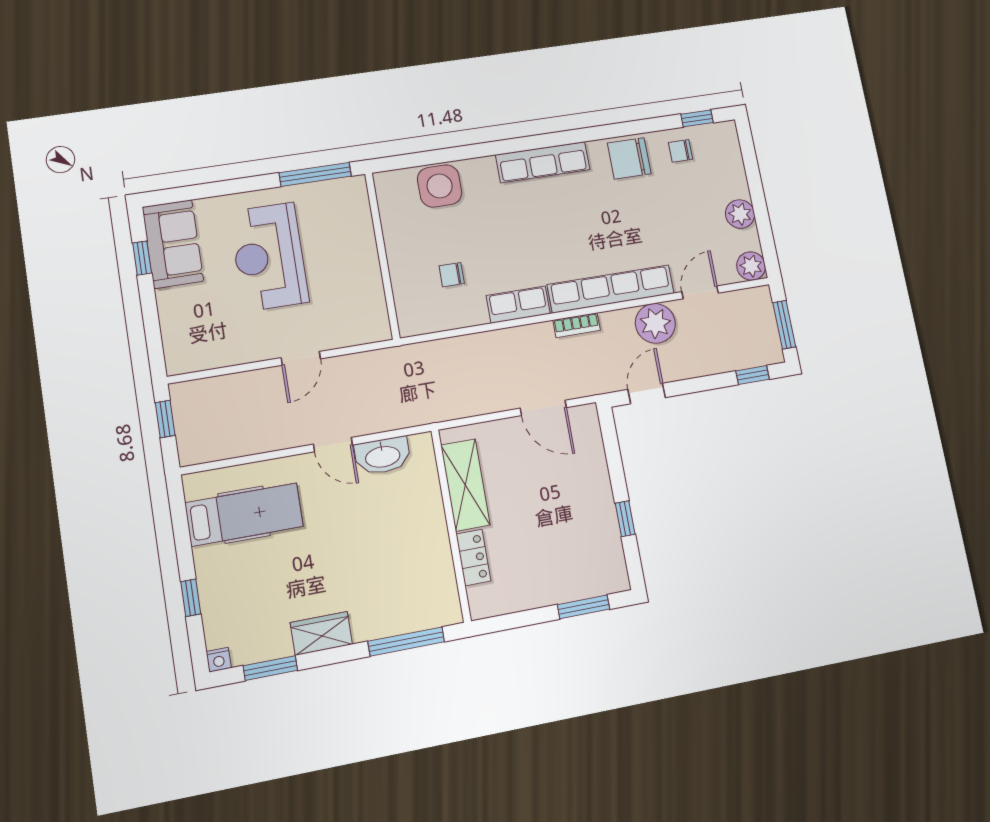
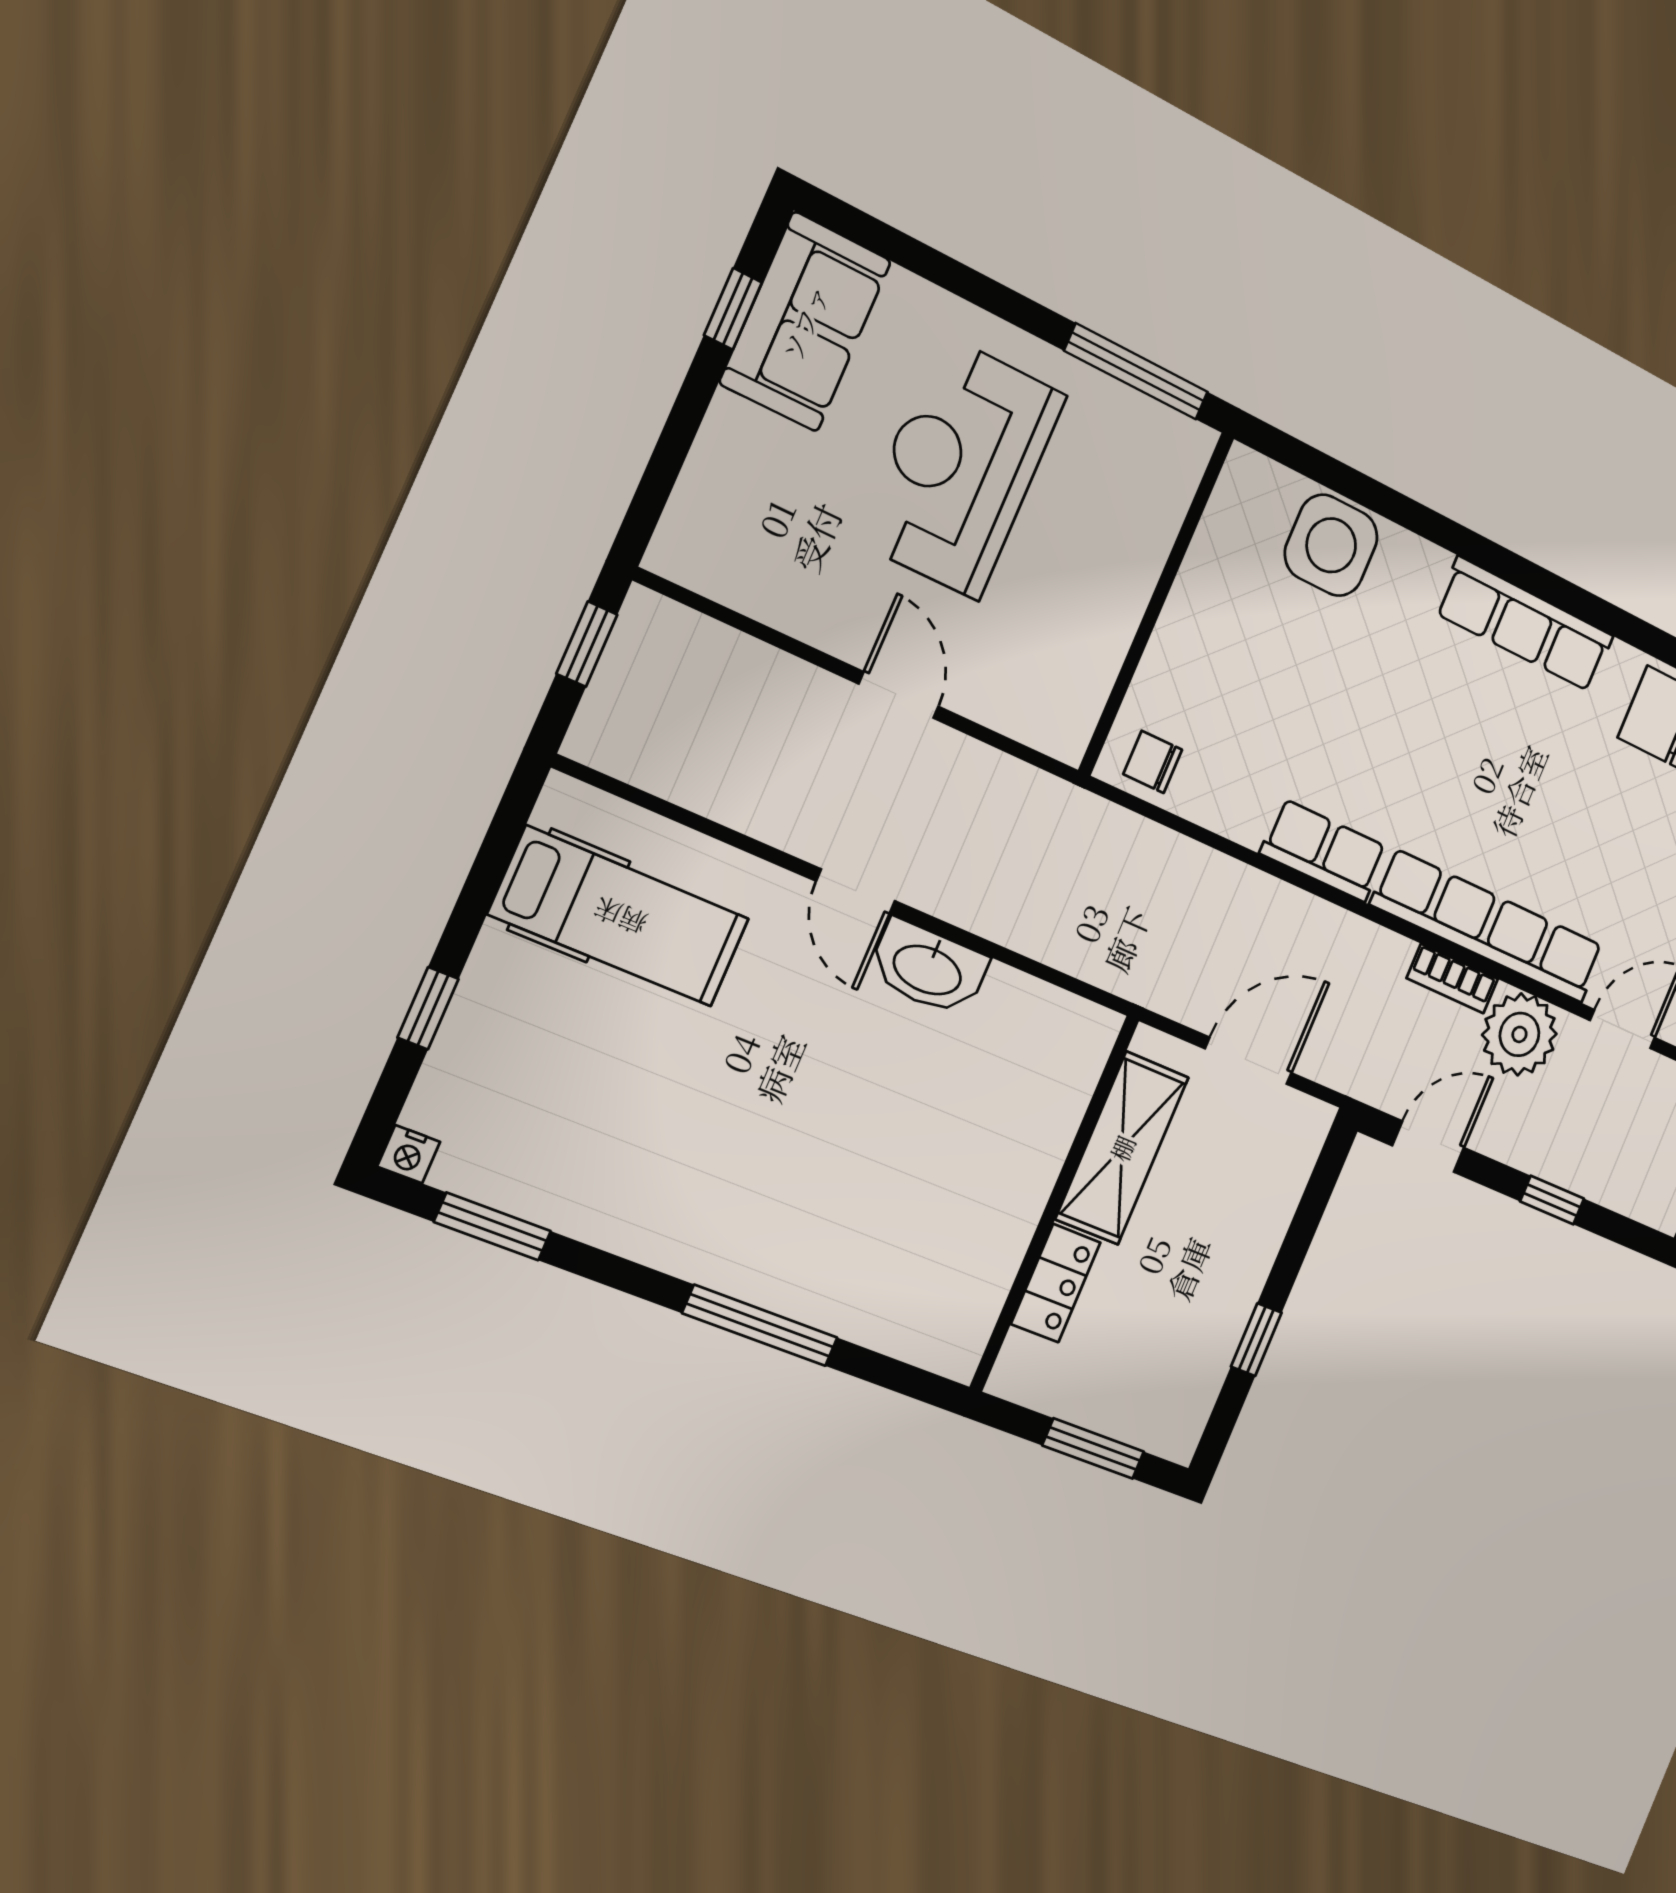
chair: (452, 275) -> (1153, 762), moved
bookcase: (577, 325) -> (1452, 979), moved
door: (301, 358) -> (899, 695), swing flipped
window: (752, 375) -> (1552, 1200), moved
door: (543, 408) -> (1248, 1061), swing flipped
shelving: (465, 485) -> (1122, 1148), moved
wall: (451, 525) -> (1055, 1203), moved
locker: (473, 557) -> (1056, 1283), moved
wardrobe: (321, 633) -> (622, 1220), removed

